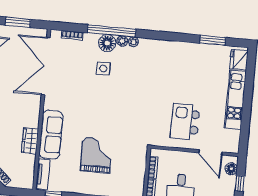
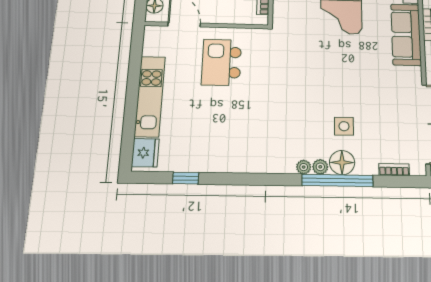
window: (213, 40) -> (186, 178), width x0.67
kitchen island: (185, 122) -> (221, 62), turned 180

